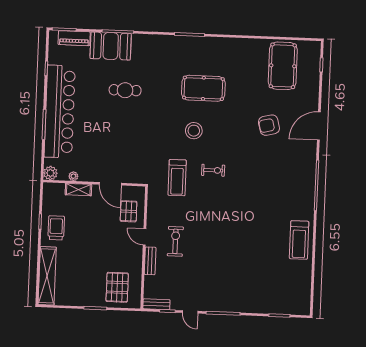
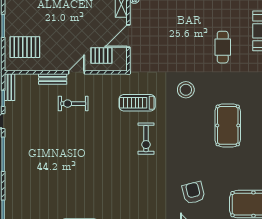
stool: (194, 131) -> (186, 90), moved
exercise bike: (213, 170) -> (146, 139), width x1.38, depth x1.39
exercise bike: (175, 241) -> (73, 104), turned 180

